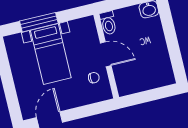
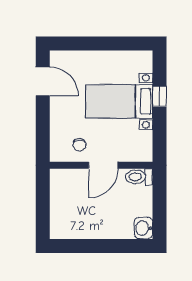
window: (39, 22) -> (160, 96), width x0.46

